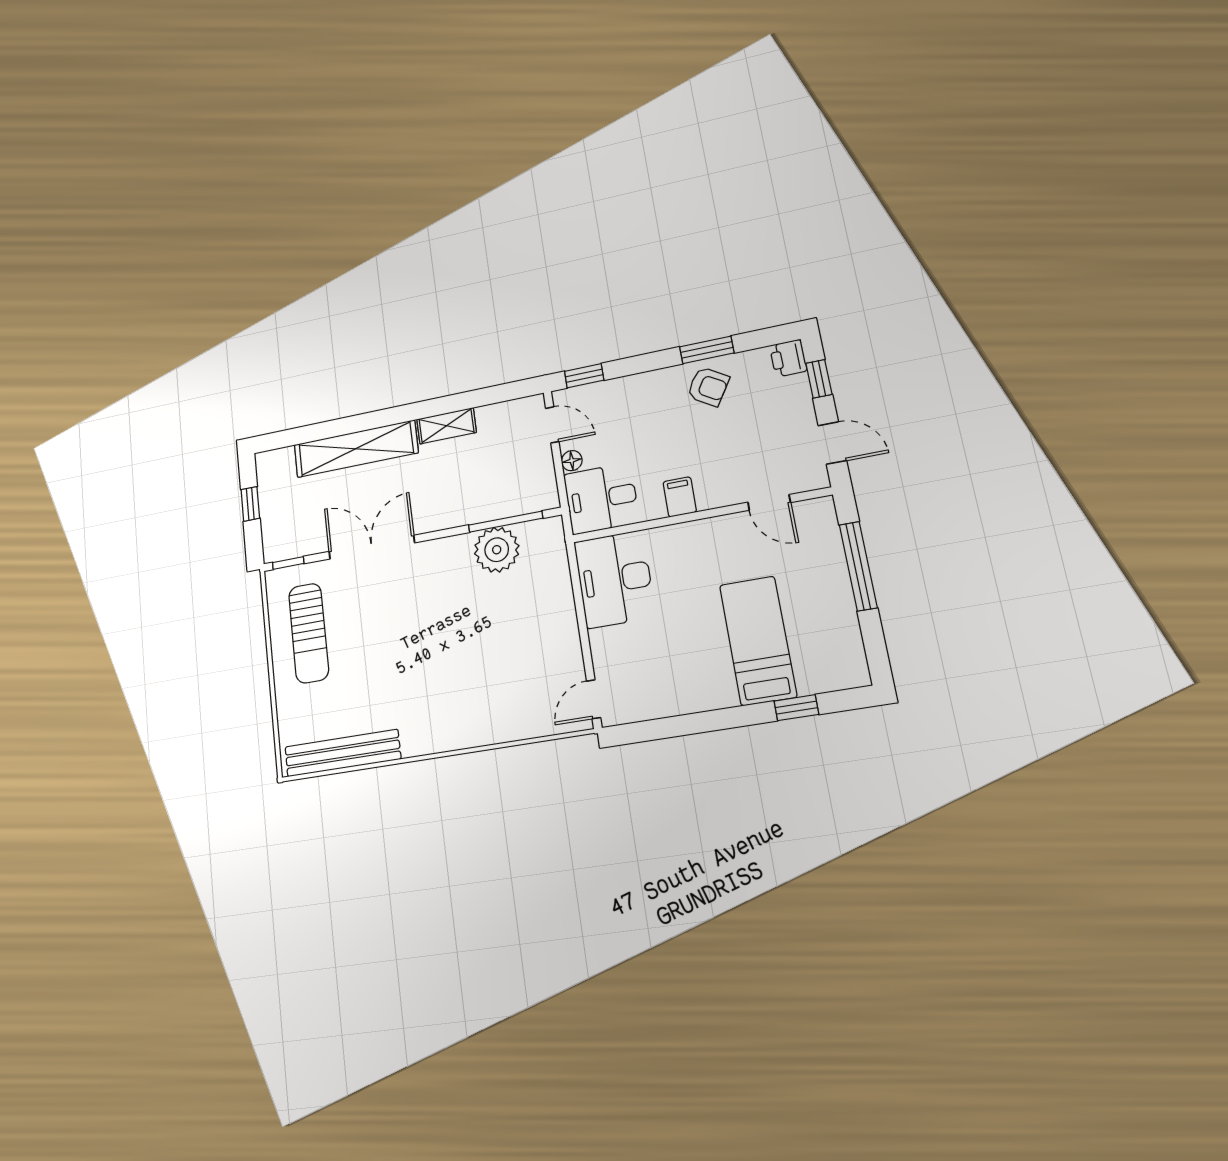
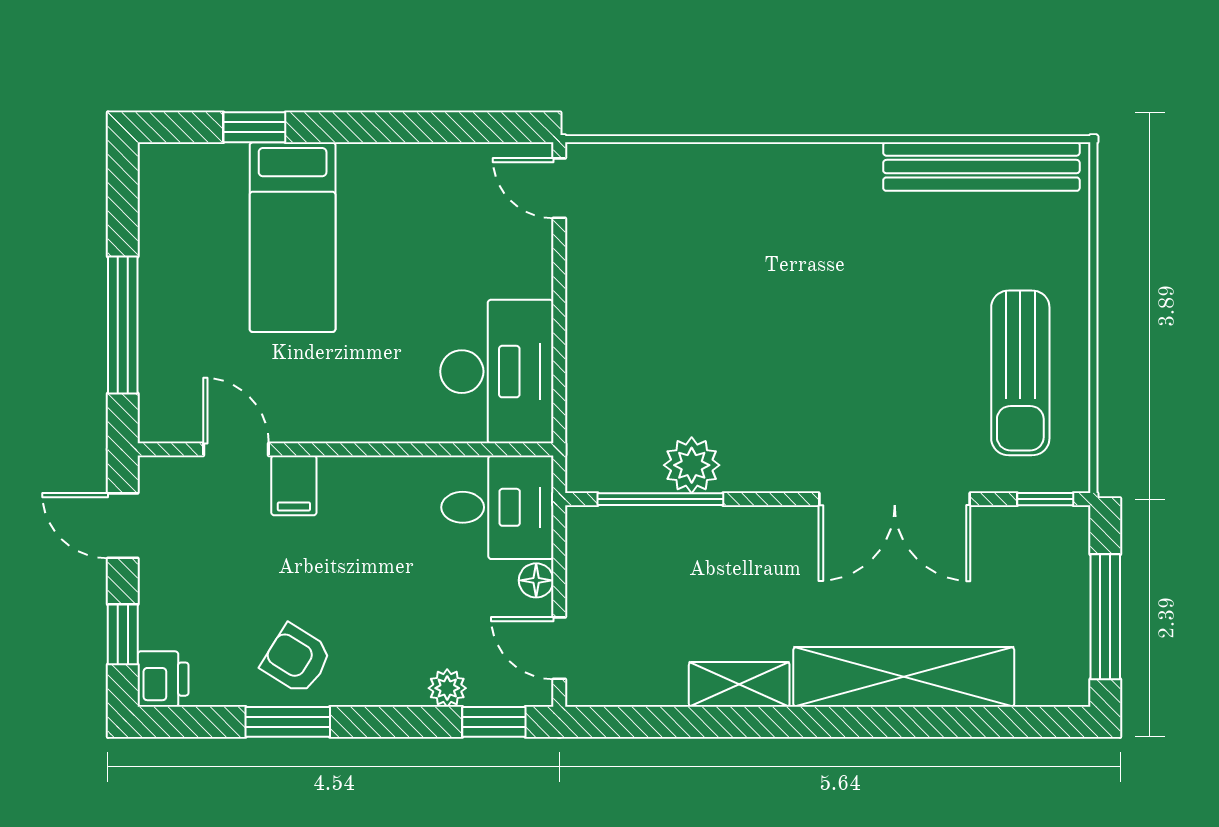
plant: (615, 389) -> (447, 688), added
filing cabinet: (680, 497) -> (294, 485), moved
window: (250, 504) -> (1105, 617), width x2.17
plant: (497, 550) -> (692, 465), width x0.73, depth x0.73
sun lounger: (309, 633) -> (1020, 373), turned 180
door: (594, 699) -> (559, 188), swing flipped

